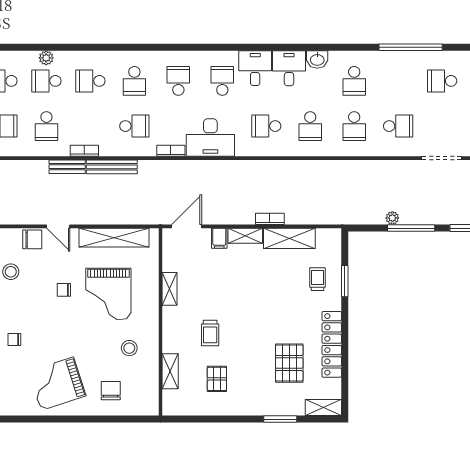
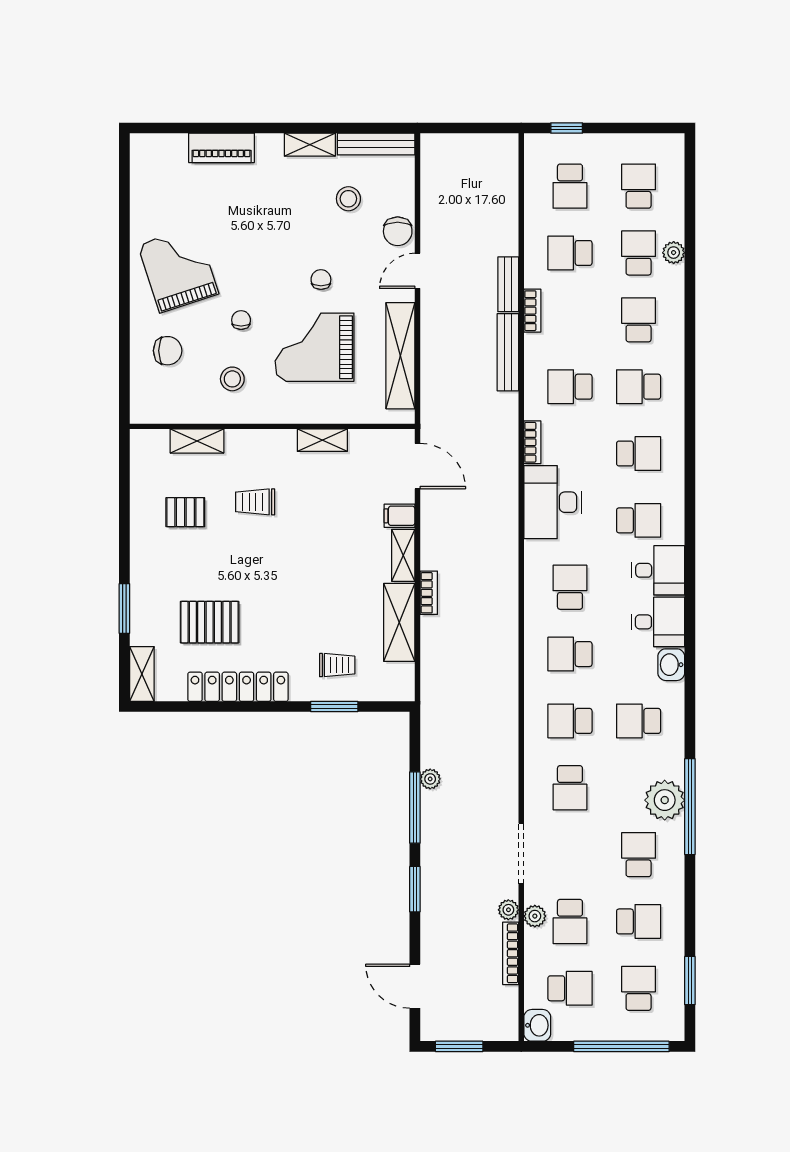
plant: (406, 64) -> (665, 800), added
school desk: (134, 126) -> (570, 387), turned 90
chair: (14, 339) -> (241, 320), moved

